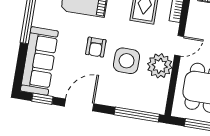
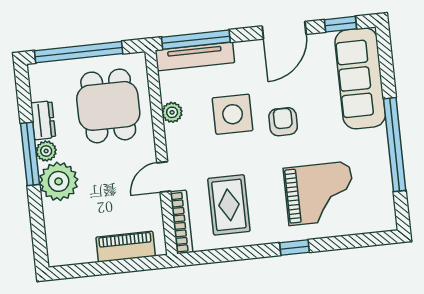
door: (179, 46) -> (164, 177), moved
plant: (160, 66) -> (172, 112), width x0.53, depth x0.53
tv unit: (140, 104) -> (195, 56), added

